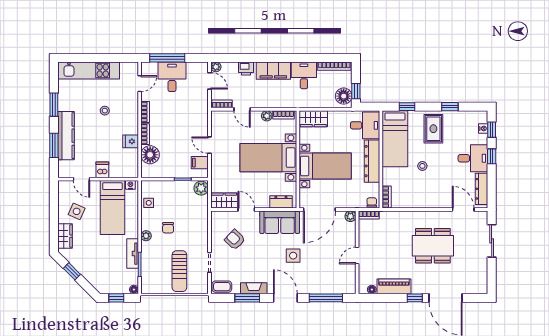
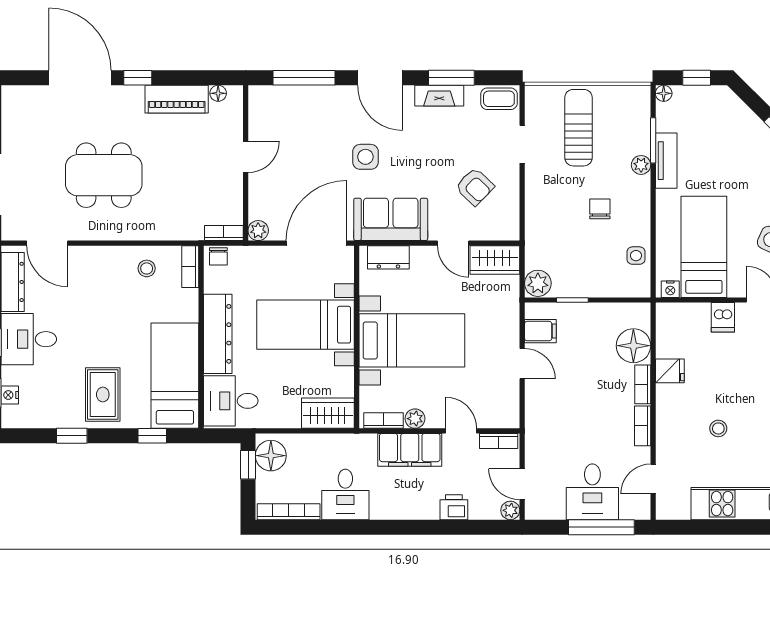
filing cabinet: (273, 71) -> (410, 450), moved, turned 180
stool: (422, 166) -> (147, 268), moved
plant: (146, 236) -> (641, 165), moved

